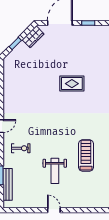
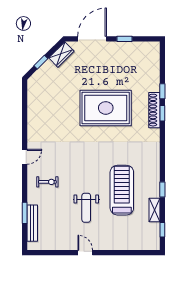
rug: (72, 84) -> (106, 108), width x1.86, depth x2.06
treadmill: (86, 155) -> (122, 190), width x1.37, depth x1.38

